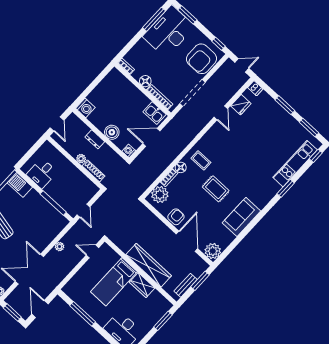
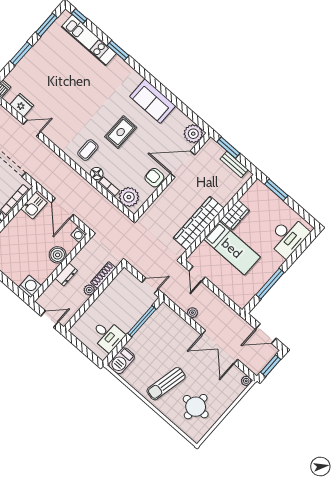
wardrobe: (149, 265) -> (198, 223), moved

